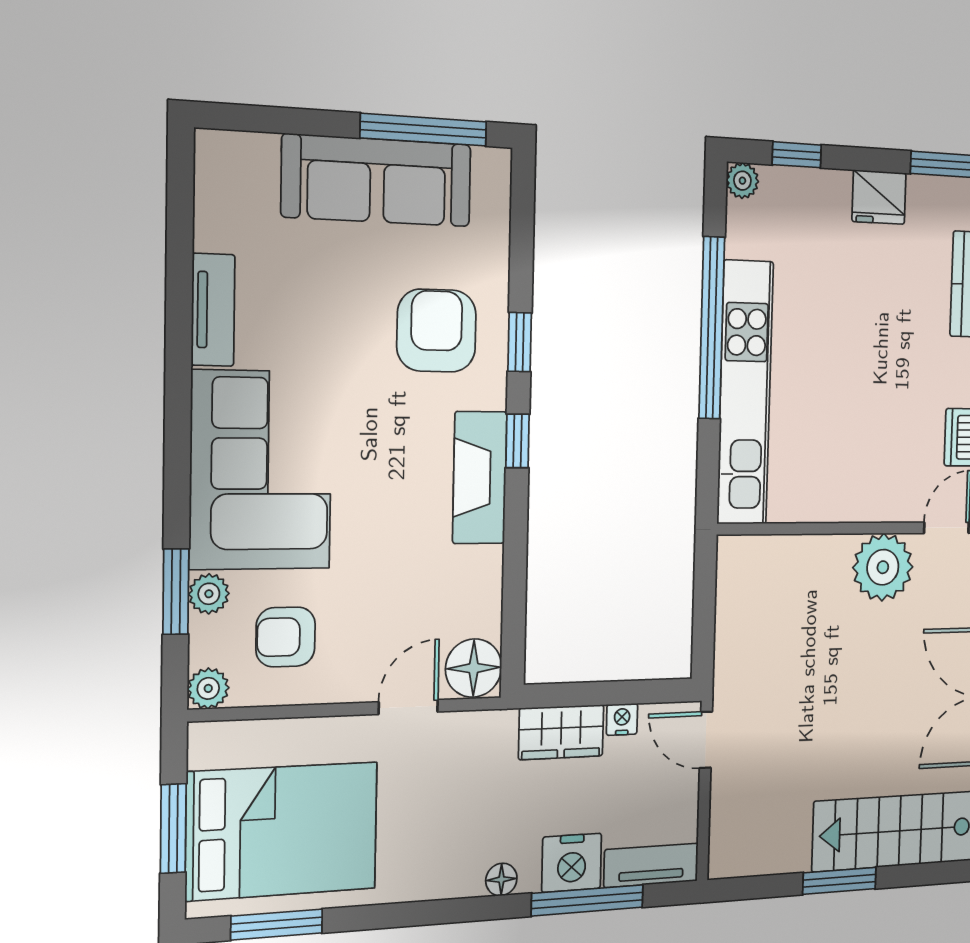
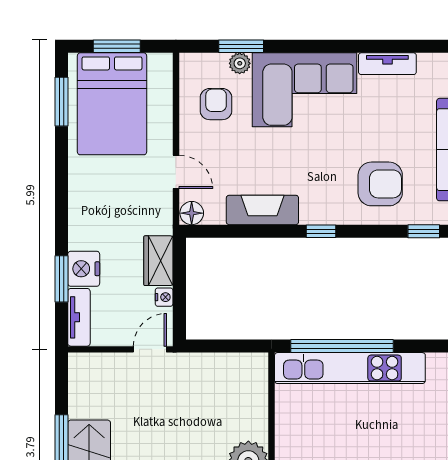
window: (712, 328) -> (342, 346), moved
window: (520, 342) -> (424, 231), moved
fireplace: (480, 478) -> (262, 210), moved
floor lamp: (474, 668) -> (192, 213), width x0.73, depth x0.73
plant: (208, 688) -> (190, 64), removed
floor lamp: (501, 879) -> (77, 227), removed
window: (588, 900) -> (61, 279), width x0.69

